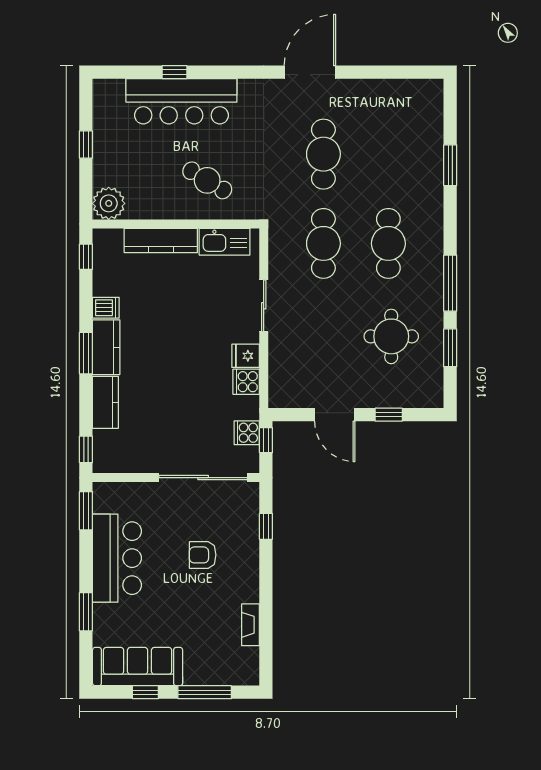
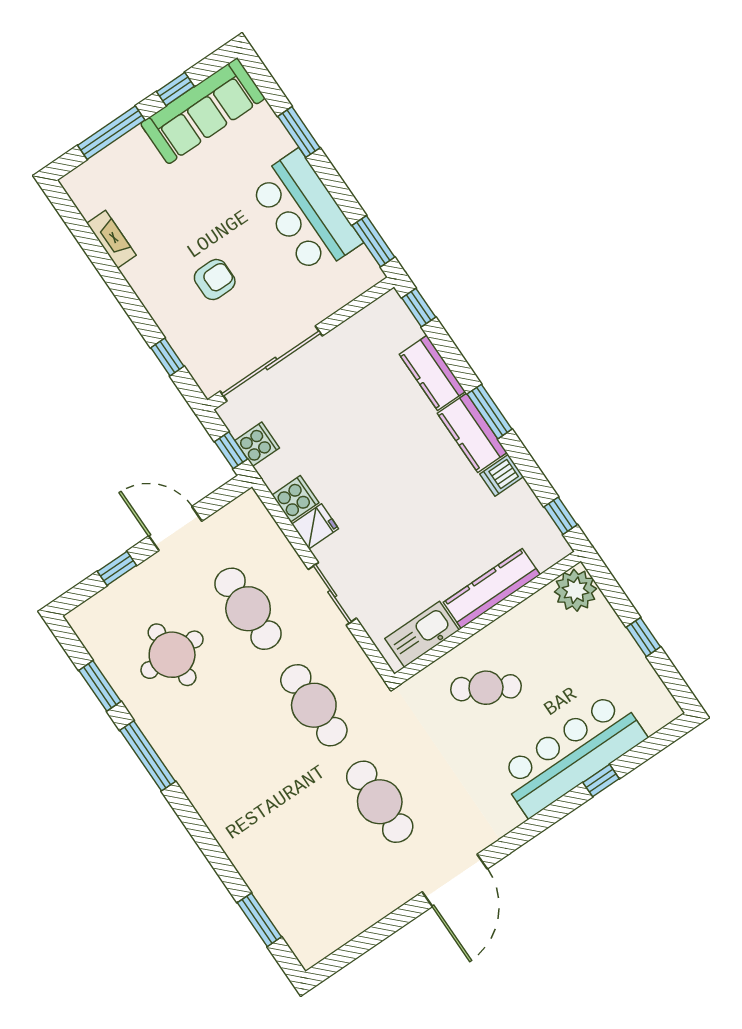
window: (450, 165) -> (259, 920), moved
cafe table: (388, 243) -> (248, 609), moved

